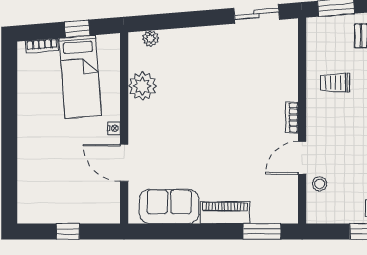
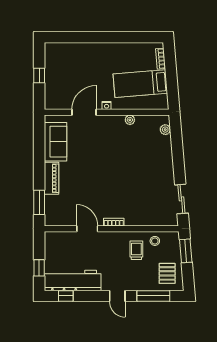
window: (77, 29) -> (172, 81), removed
plant: (142, 86) -> (130, 120), width x0.53, depth x0.53
stool: (320, 184) -> (155, 241), moved

